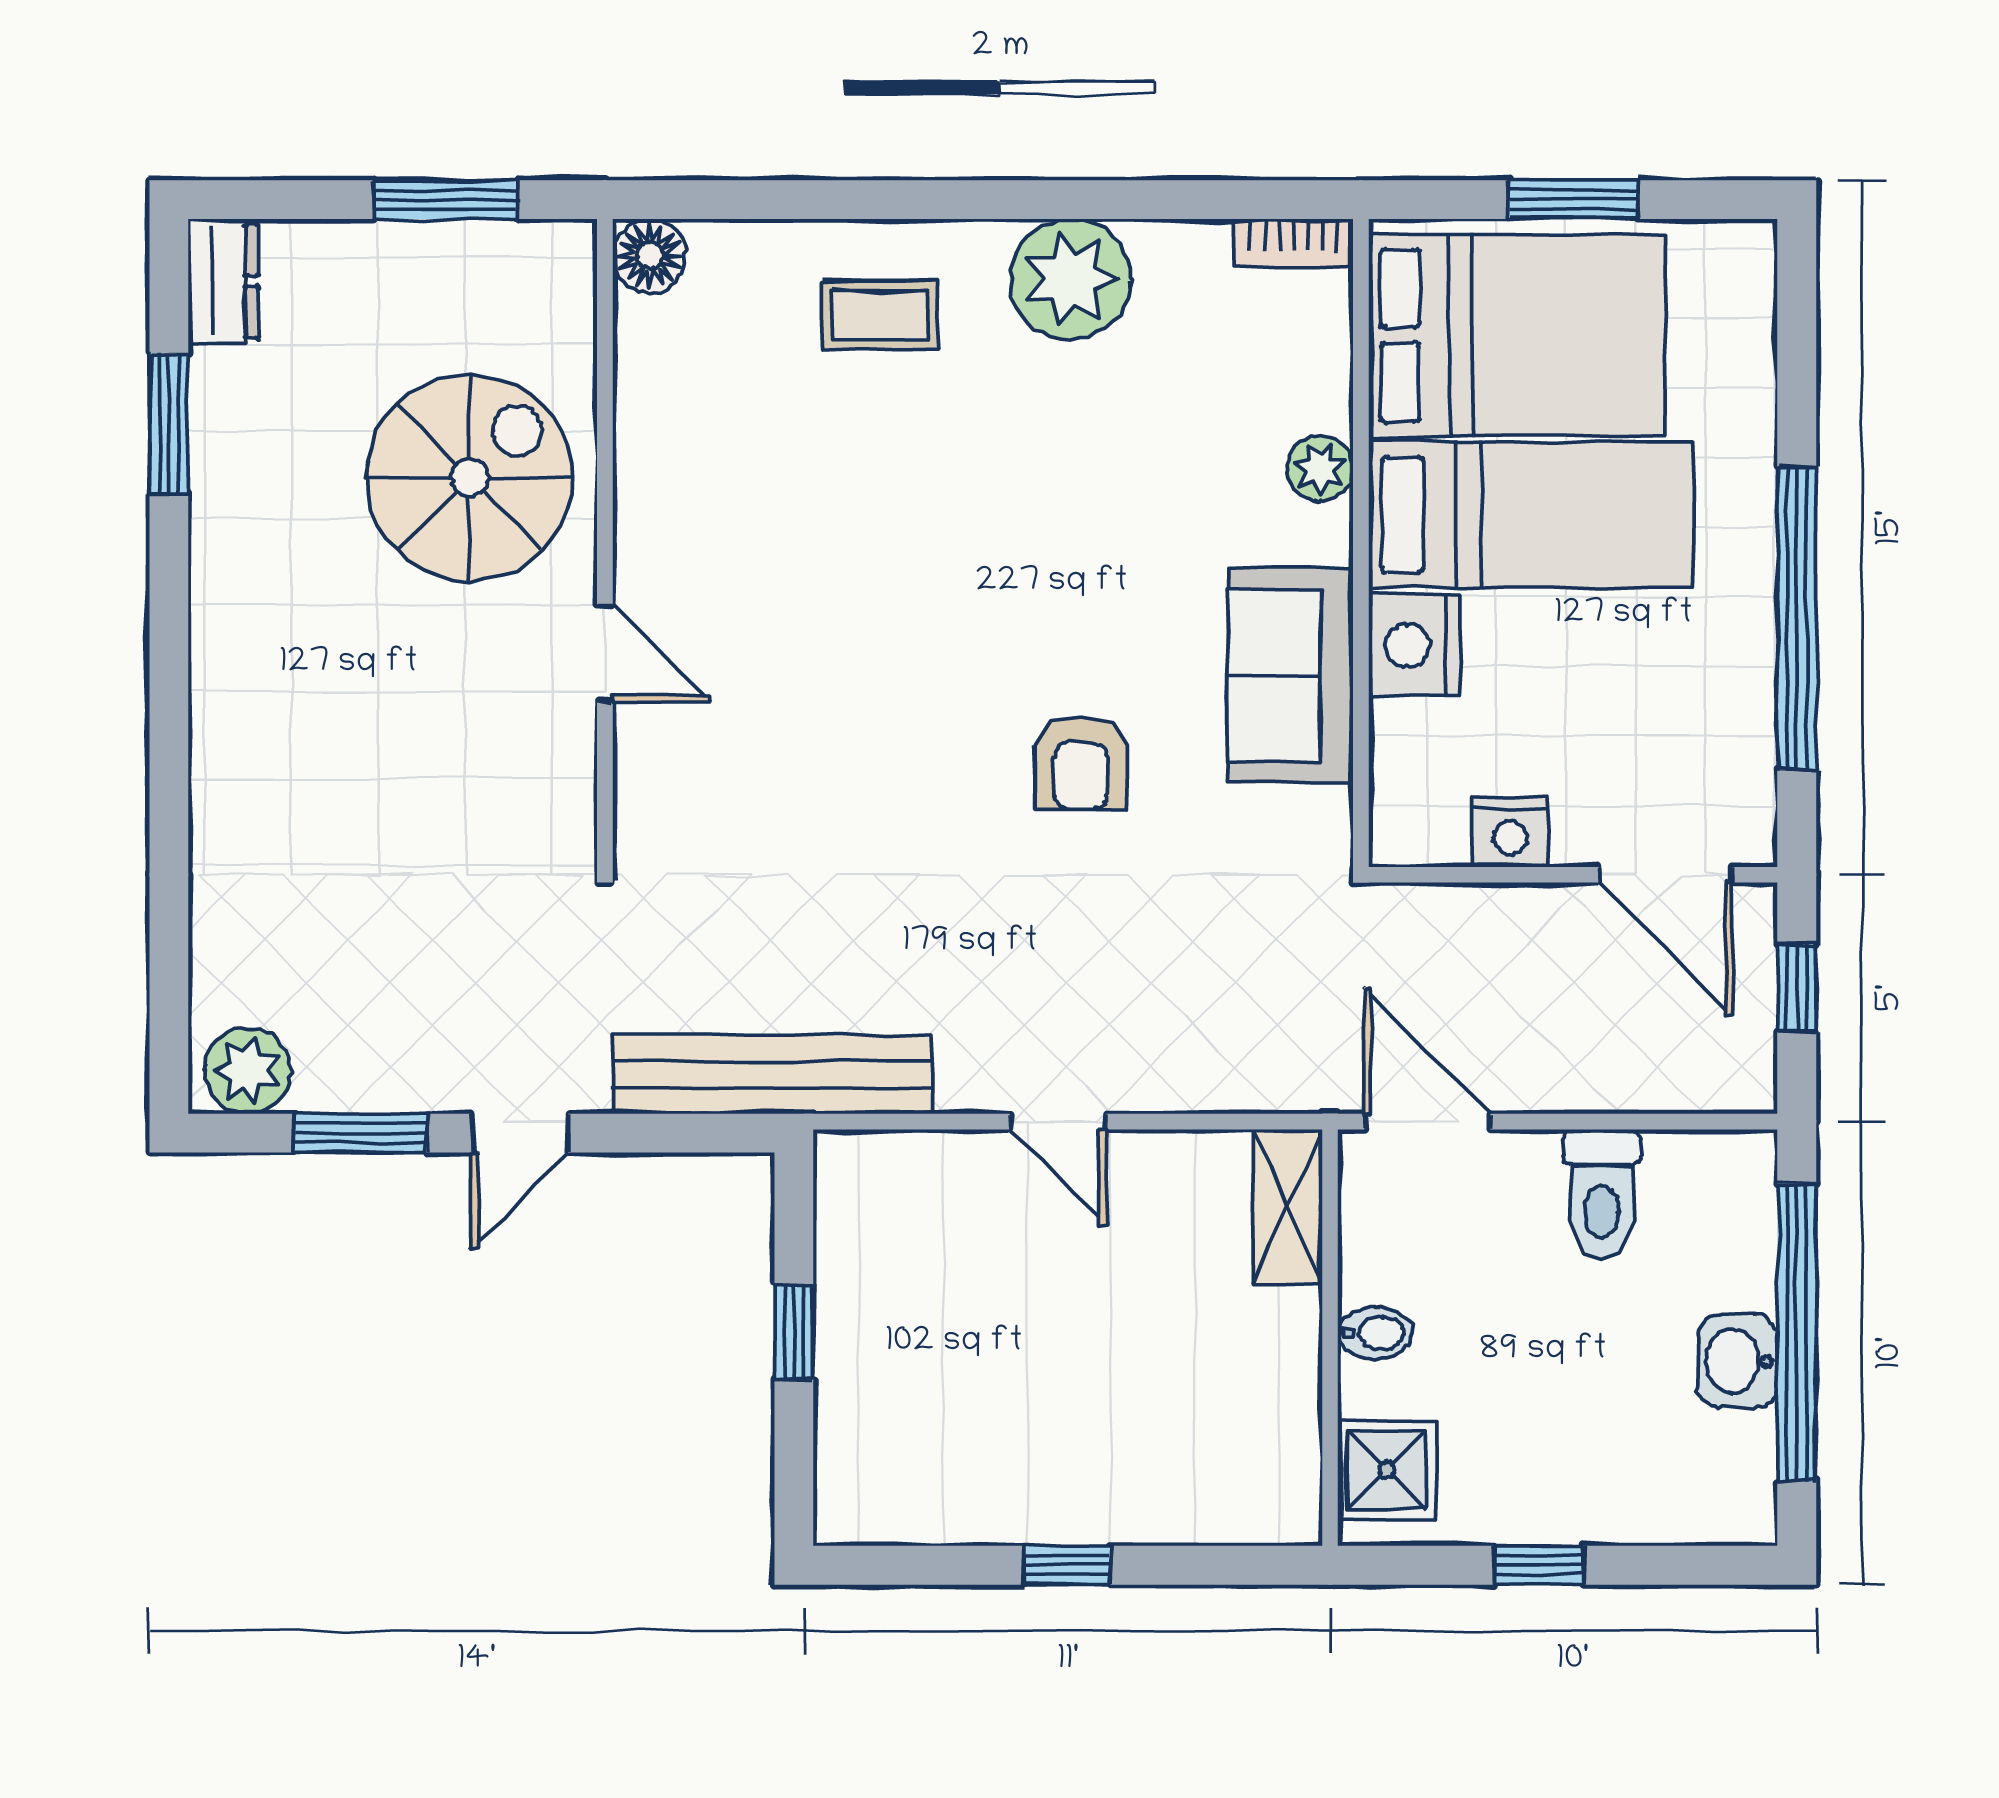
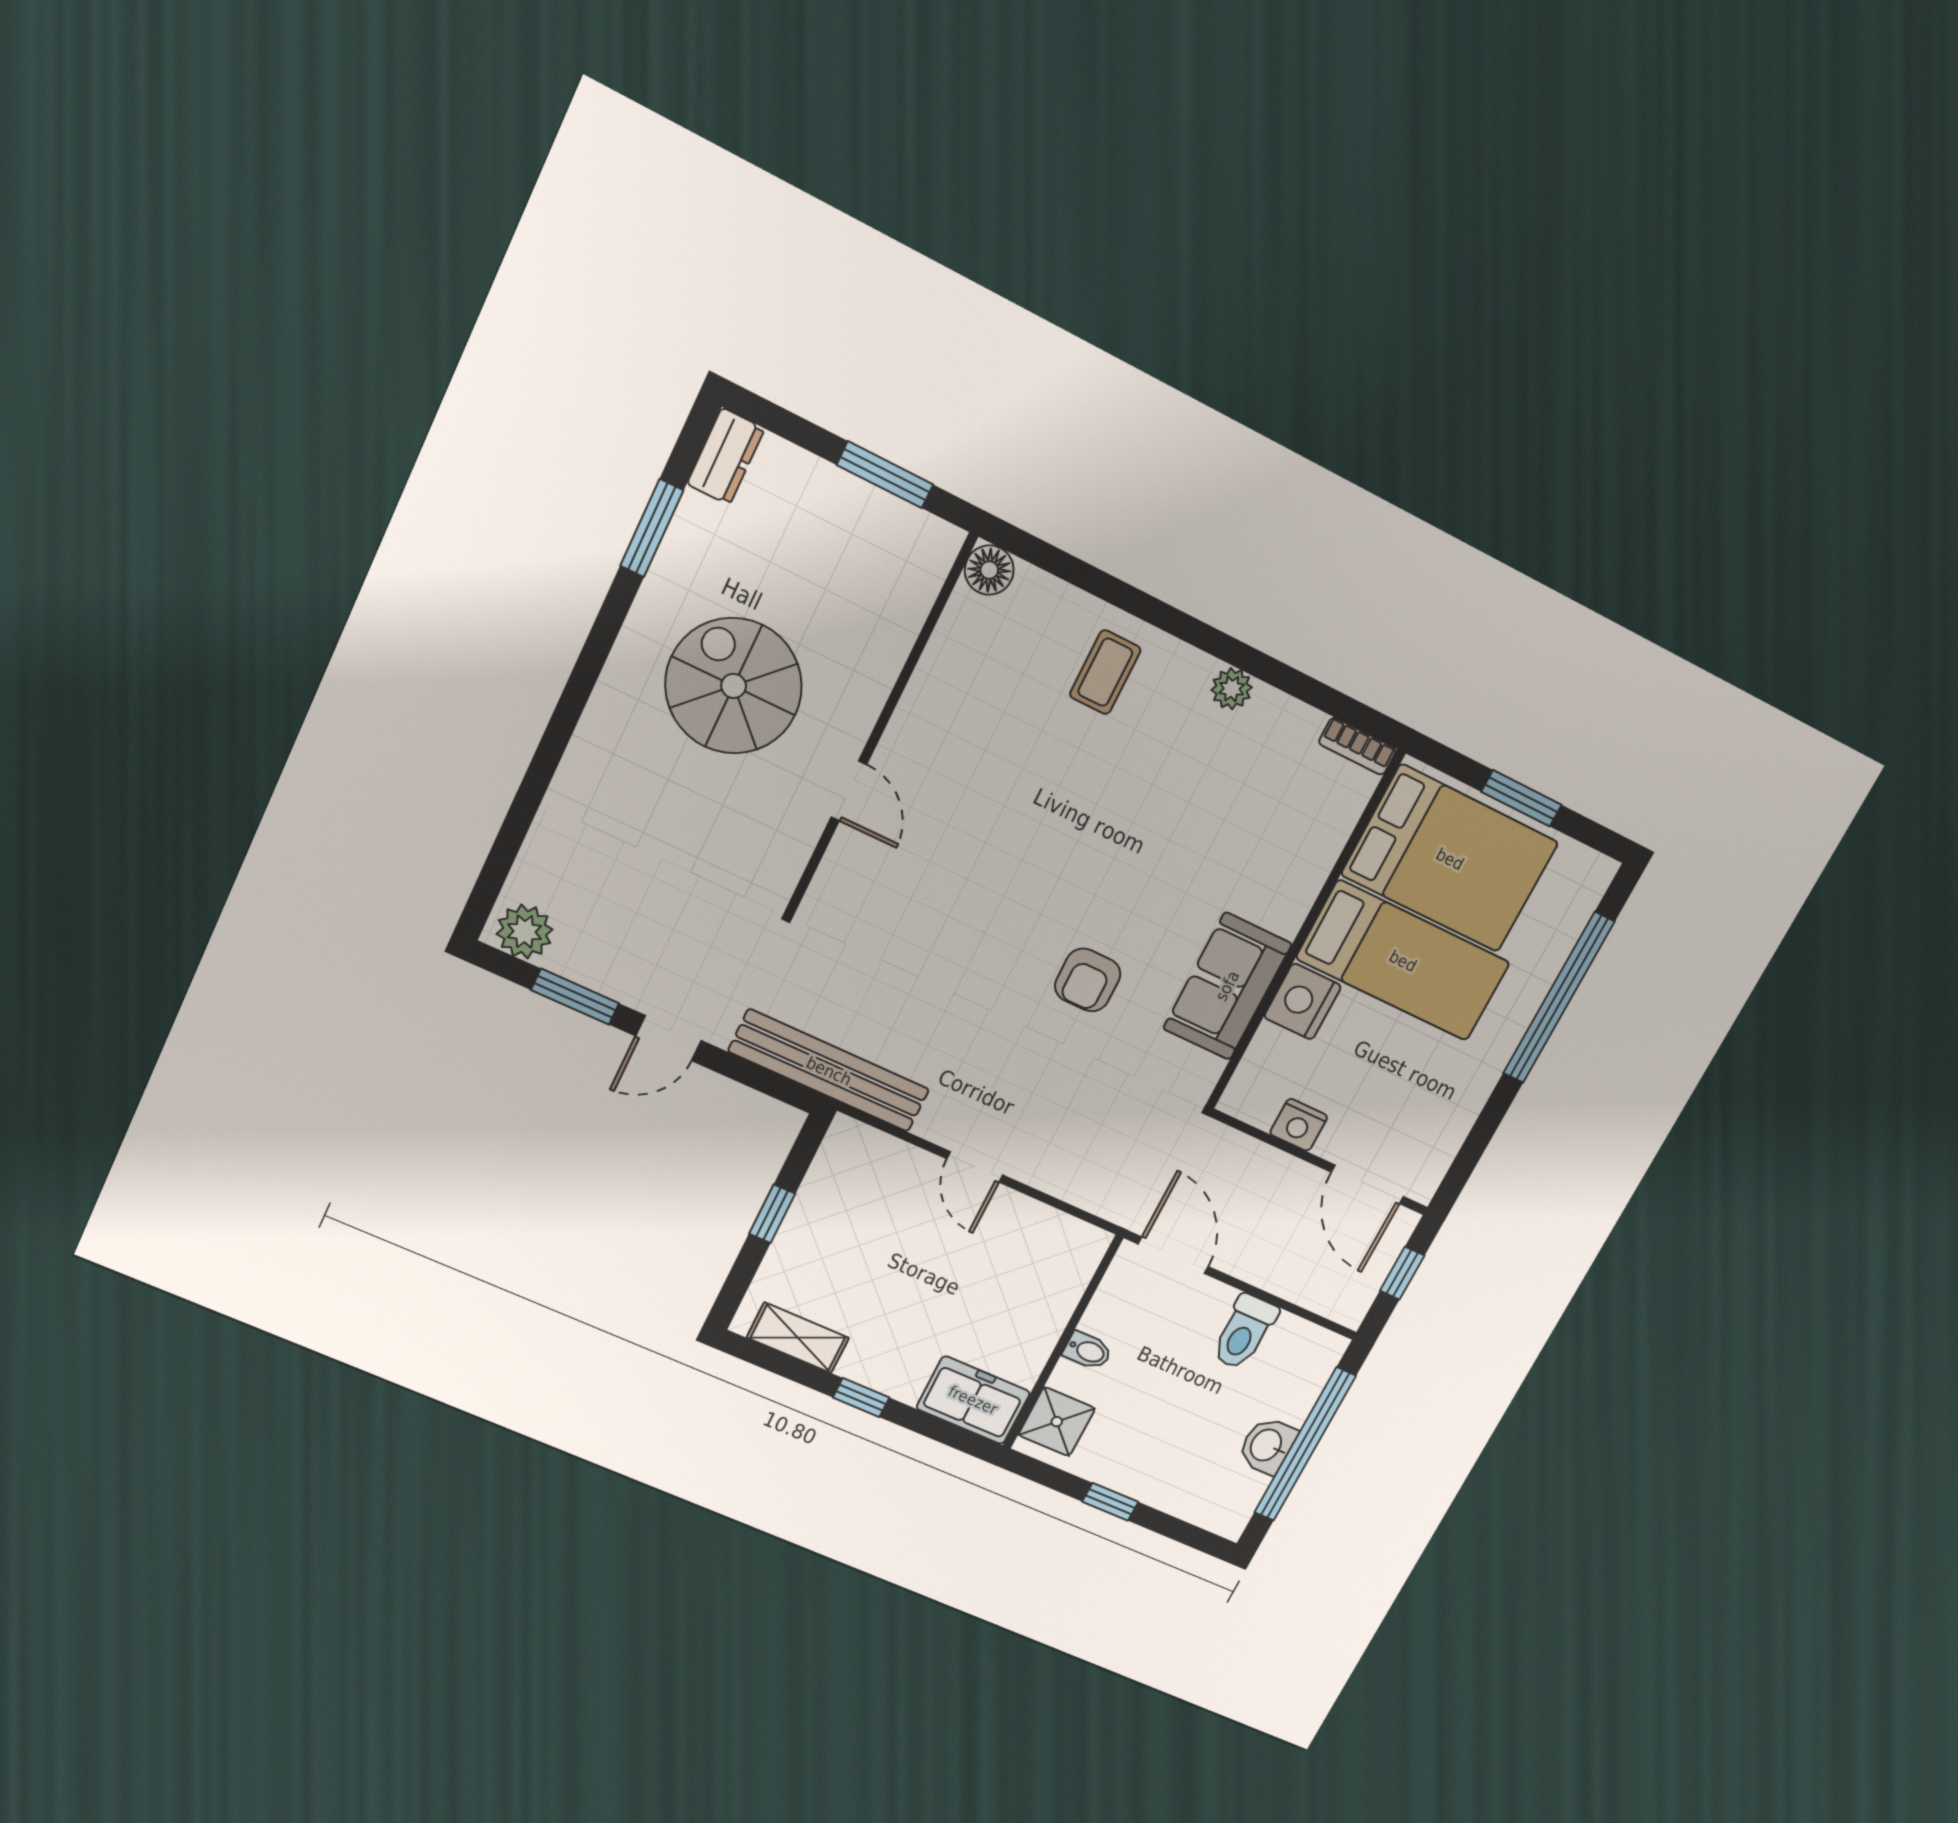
plant: (1070, 279) -> (1232, 689), width x0.53, depth x0.53
coffee table: (880, 315) -> (1105, 672), turned 90
plant: (1320, 469) -> (1304, 880), removed
spiral stairs: (470, 478) -> (734, 686), moved, turned -90
window: (1797, 618) -> (1559, 998), moved
shelving: (1288, 1206) -> (798, 1338), moved, turned 90
freezer: (1240, 1493) -> (973, 1400), added

